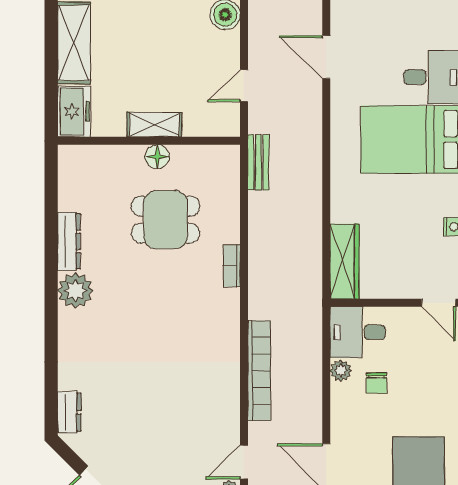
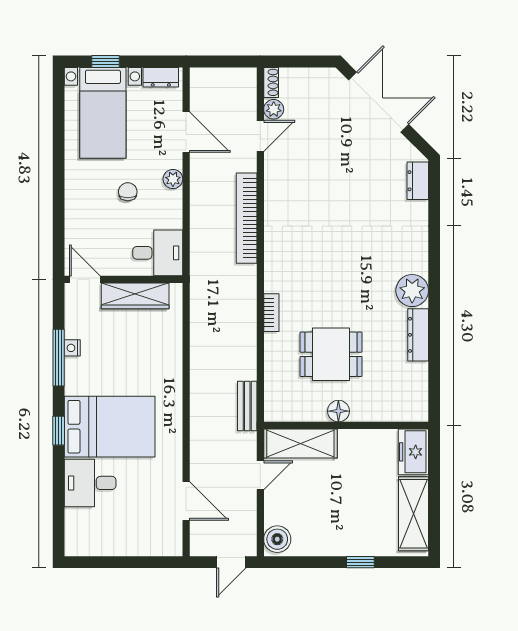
shelving: (154, 125) -> (300, 444), moved, width x1.50, depth x1.33
wardrobe: (345, 261) -> (135, 296), moved, turned -90
plant: (341, 371) -> (173, 179), moved
chair: (376, 383) -> (128, 192), moved

